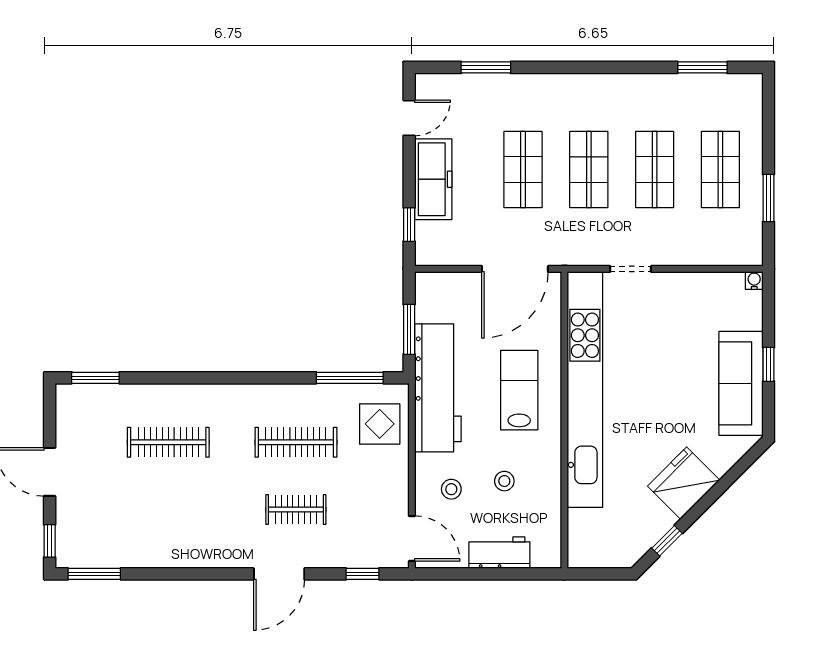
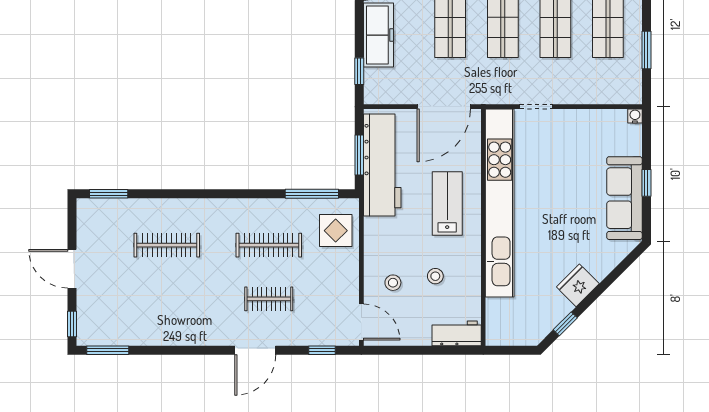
workbench: (438, 388) -> (382, 165), moved
fridge: (684, 483) -> (578, 285), width x0.73, depth x0.75
workbench: (499, 553) -> (457, 333), moved

